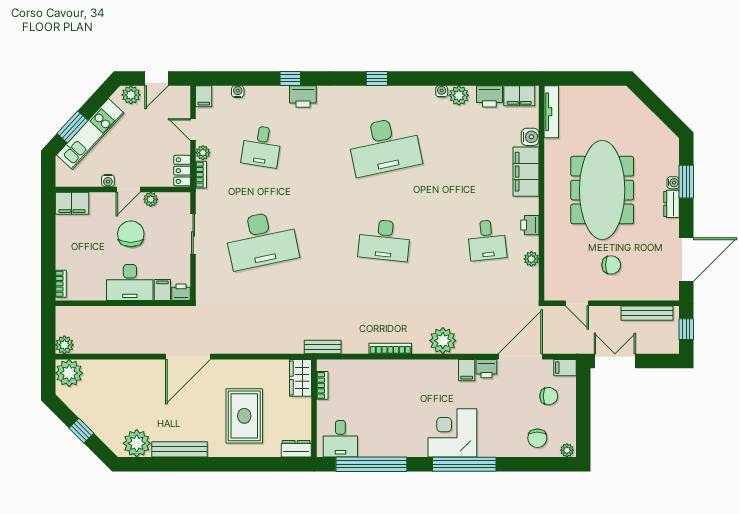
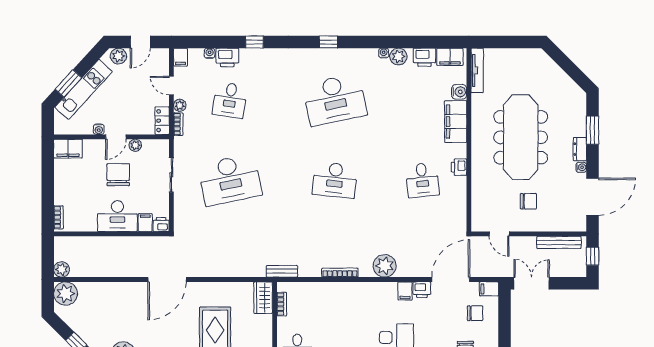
printer: (303, 97) -> (227, 57), moved
water cooler: (673, 183) -> (581, 167), moved
plant: (531, 259) -> (460, 196), removed

